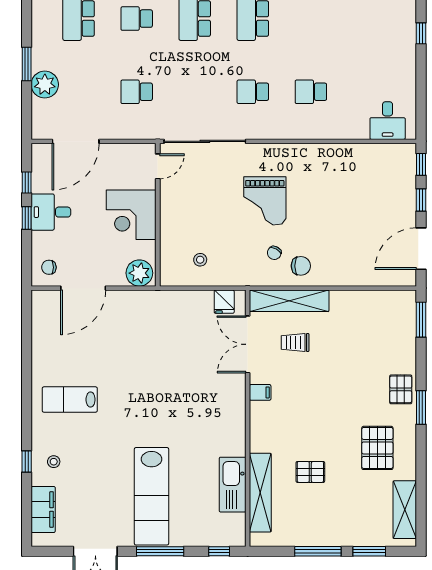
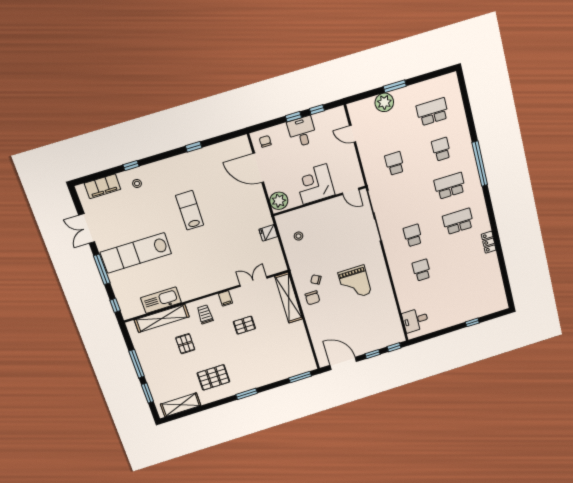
door: (76, 141) -> (353, 134), width x0.53
grand piano: (265, 201) -> (355, 283), moved, turned -90
fridge: (224, 302) -> (268, 233), moved
trolley: (295, 342) -> (205, 314), moved
double door: (248, 344) -> (254, 282), width x0.73
window: (27, 368) -> (194, 147), added
pallet: (401, 389) -> (244, 325), moved
lab bench: (70, 400) -> (190, 210), moved

